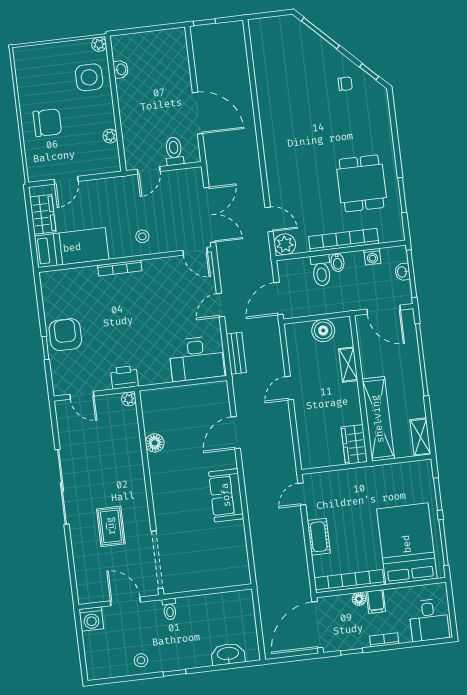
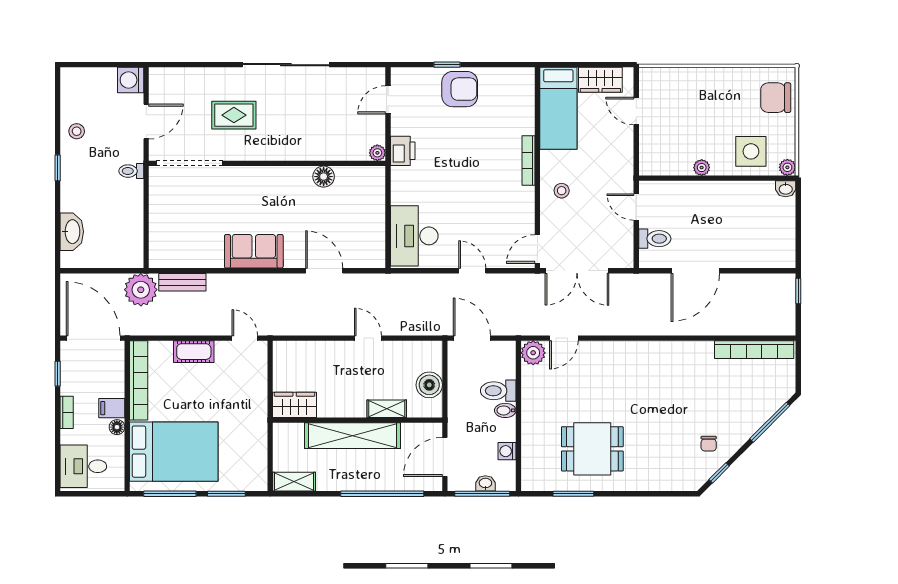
washbasin: (121, 69) -> (786, 189), moved
chair: (47, 123) -> (776, 98), moved, turned 90
plant: (110, 136) -> (702, 168), moved
bookcase: (344, 240) -> (754, 350), moved, turned 90
bench: (236, 353) -> (182, 282), moved
shelving: (378, 419) -> (352, 436), moved
plant: (271, 589) -> (141, 290), added
floor lamp: (359, 599) -> (117, 427), moved

